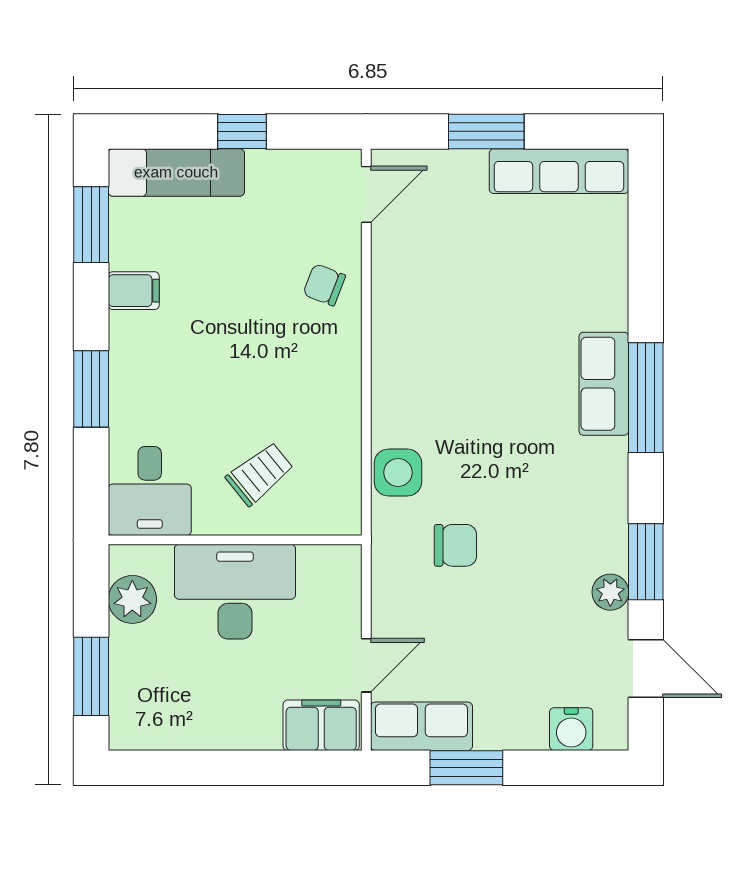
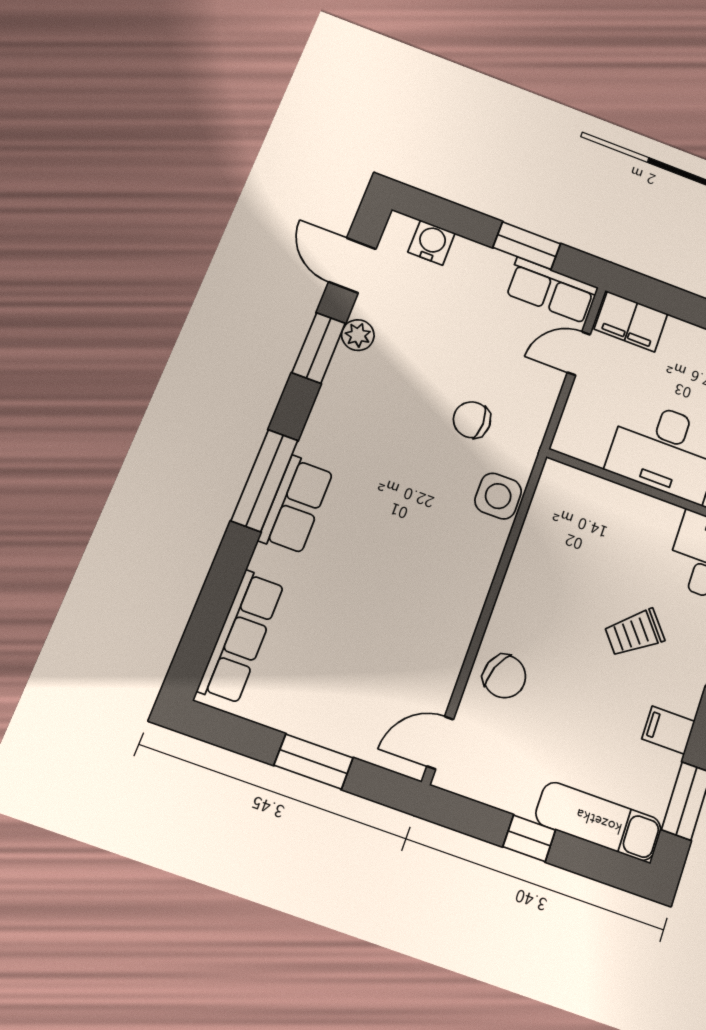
row of seats: (559, 171) -> (241, 637), moved, turned 90
chair: (324, 285) -> (505, 676), width x1.37, depth x1.37
trolley: (260, 474) -> (635, 633), moved

